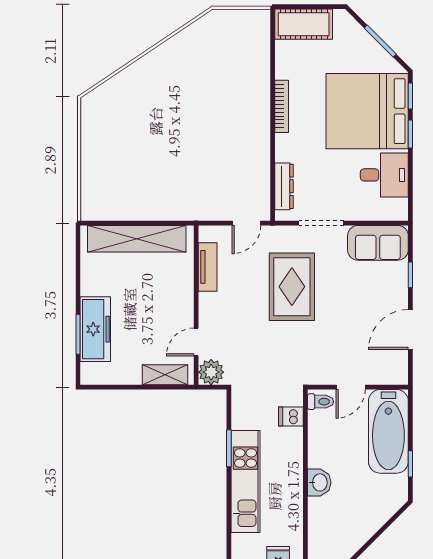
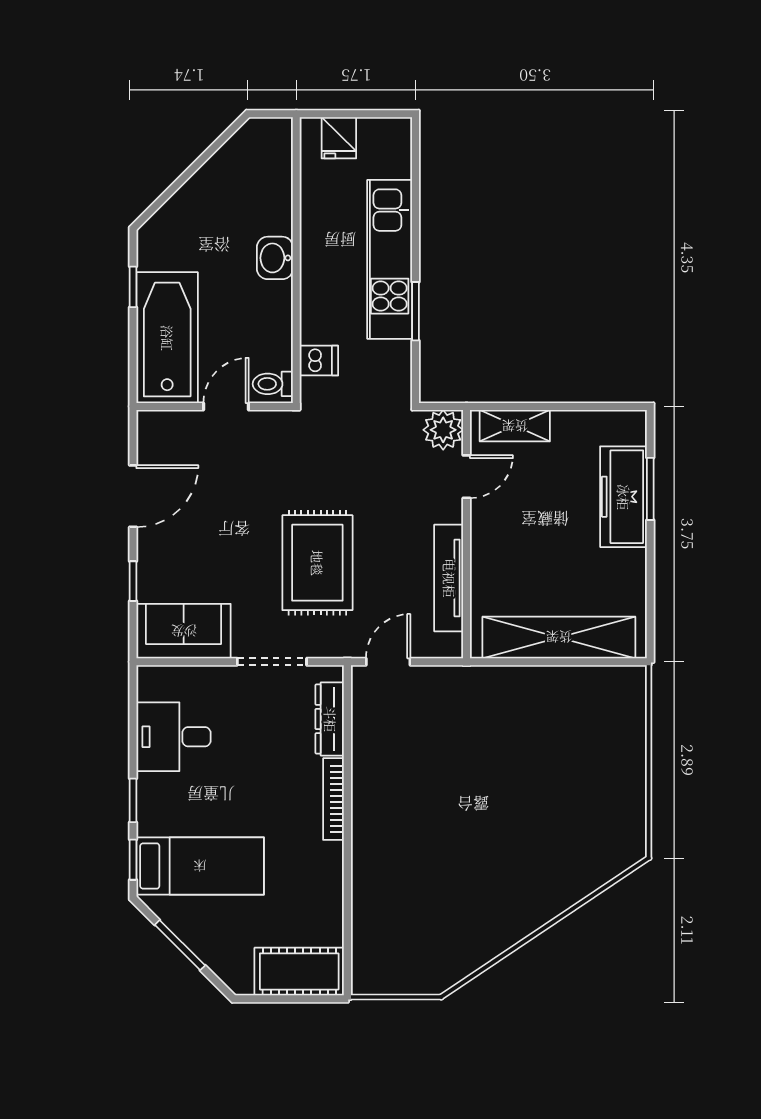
bookcase: (282, 106) -> (334, 799), moved
bed: (367, 111) -> (200, 866), width x0.49
tv unit: (208, 267) -> (449, 578), width x1.41

